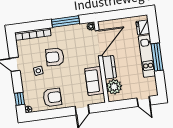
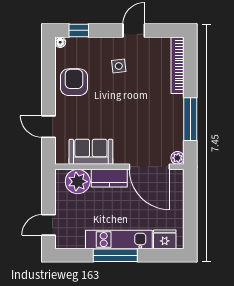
armchair: (55, 57) -> (137, 95), removed
armchair: (52, 97) -> (74, 82), turned 180

